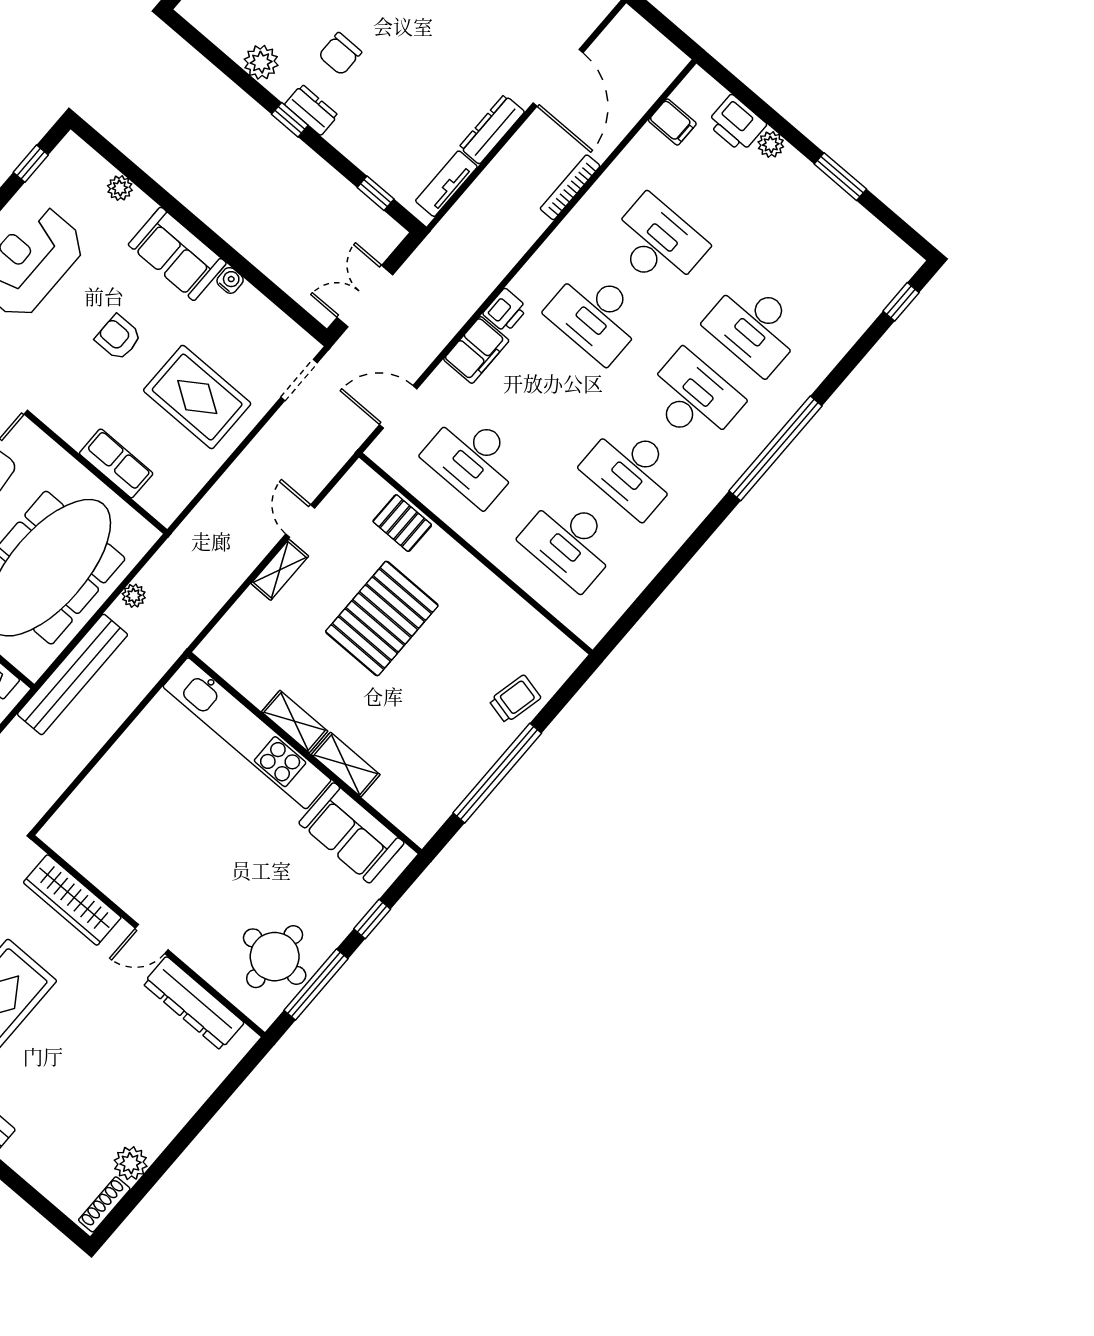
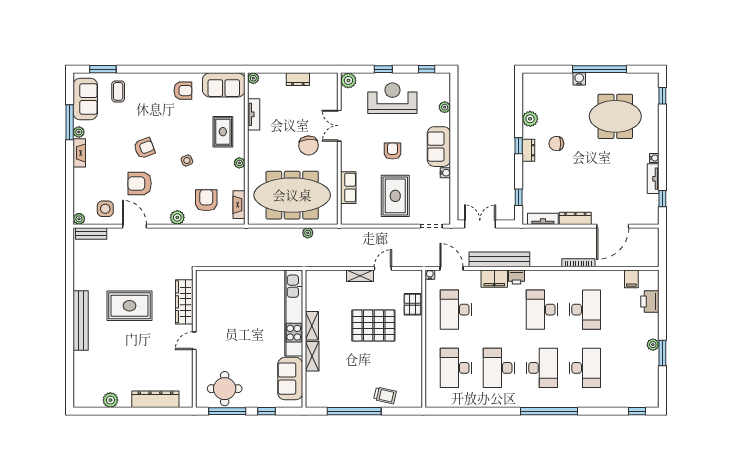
plant: (771, 144) -> (653, 345), moved
desk: (755, 327) -> (585, 368), turned 180
water cooler: (378, 452) -> (430, 275), added
bench: (73, 674) -> (499, 259), moved
door: (152, 939) -> (194, 341), hinge flipped
dresser: (193, 1003) -> (155, 399), moved, turned 90
shoe rack: (104, 1204) -> (88, 403), removed

